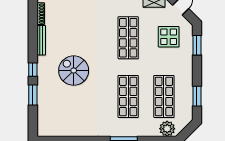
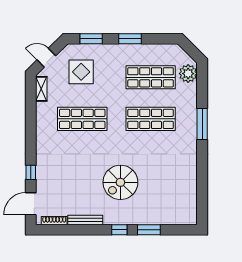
window: (197, 96) -> (130, 39), moved

